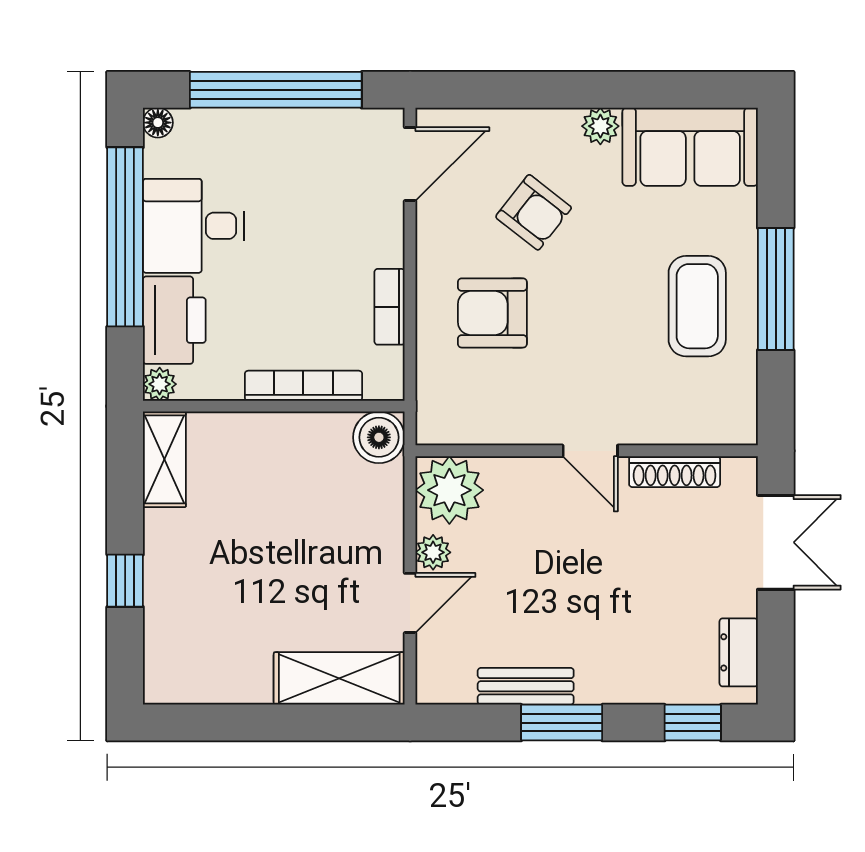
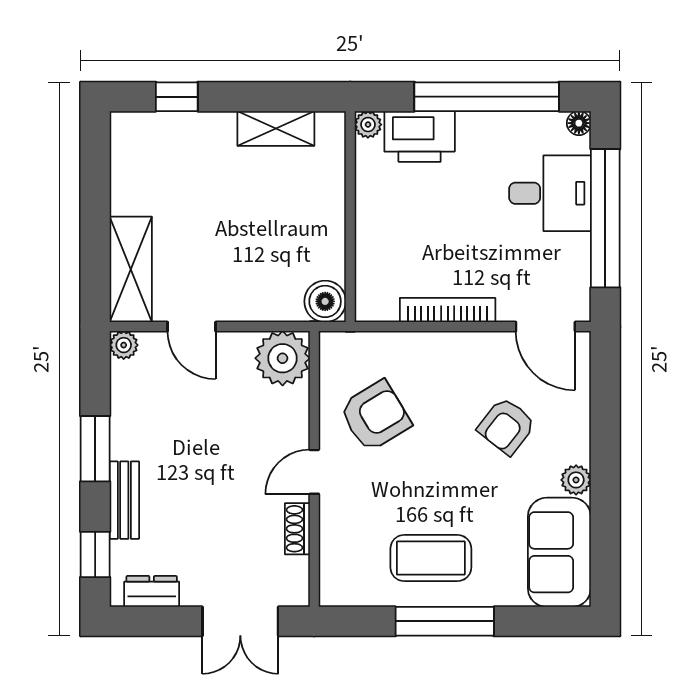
desk: (194, 226) -> (550, 193), moved, turned 90
bookcase: (390, 307) -> (448, 310), width x1.56
armchair: (492, 313) -> (375, 416), moved, turned 59
bookcase: (303, 386) -> (367, 241), removed
shelving: (164, 459) -> (276, 128), moved
shoe rack: (675, 472) -> (297, 529), width x0.70
plant: (433, 552) -> (124, 345), moved
window: (125, 581) -> (177, 97), moved
bench: (526, 686) -> (124, 500), moved

